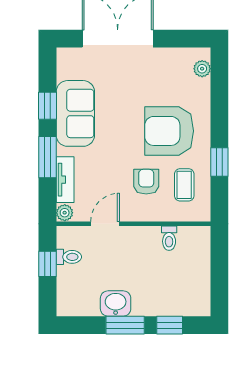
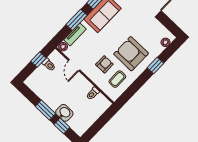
window: (219, 162) -> (155, 66), moved
door: (105, 224) -> (74, 65), swing flipped
washbasin: (116, 303) -> (64, 113), moved

